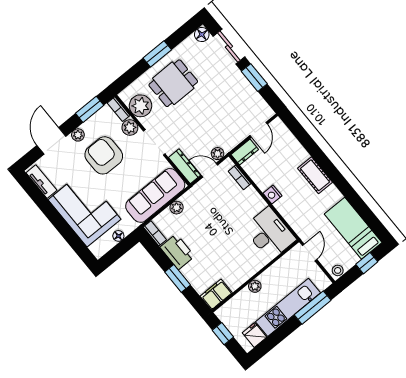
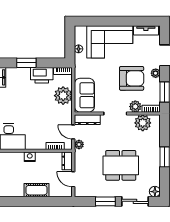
dining table: (173, 83) -> (121, 165), moved, width x1.38
door: (209, 170) -> (73, 132), swing flipped
cot: (315, 175) -> (36, 190), moved
sofa: (155, 195) -> (84, 95), width x0.73
plant: (177, 208) -> (63, 96), width x1.87, depth x1.87

